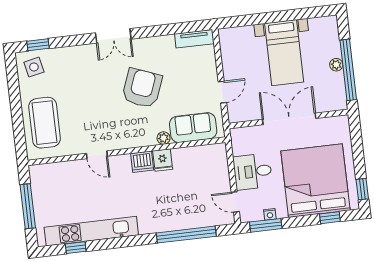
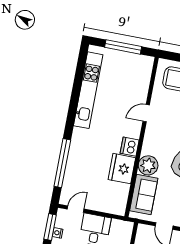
plant: (164, 138) -> (148, 165), width x1.88, depth x1.88
fridge: (163, 160) -> (122, 169), width x1.88, depth x1.34
window: (76, 248) -> (79, 74), removed

